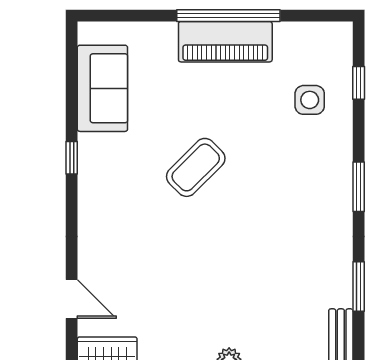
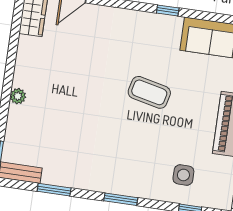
coffee table: (196, 167) -> (149, 92), turned -32

